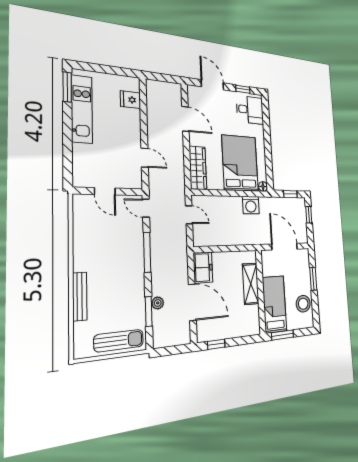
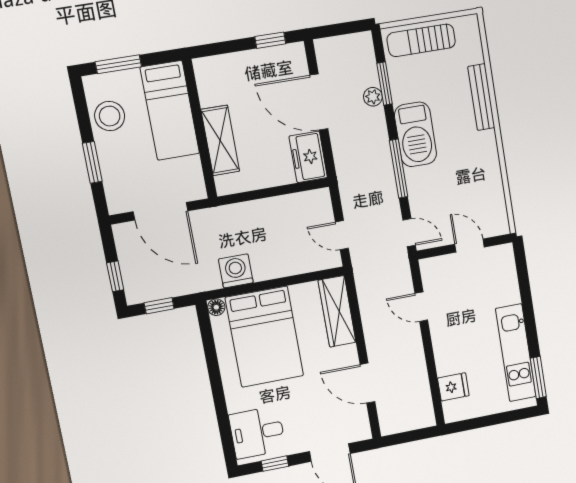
barbecue: (132, 274) -> (416, 134), added
window: (283, 335) -> (118, 64), moved

